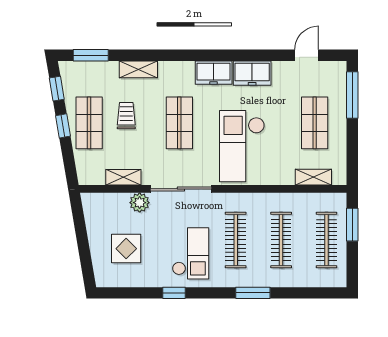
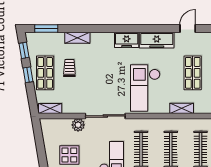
freezer: (252, 73) -> (157, 40), width x1.40
shop shelf: (179, 123) -> (104, 73), removed
shelving: (123, 177) -> (50, 108), moved
shelving: (313, 177) -> (182, 108), moved

